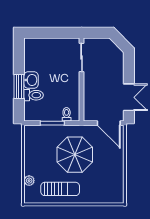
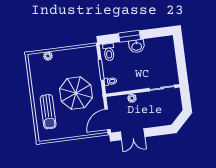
plant: (88, 93) -> (132, 98), added
toilet: (34, 95) -> (109, 52), moved
sun lounger: (60, 189) -> (48, 112), moved

